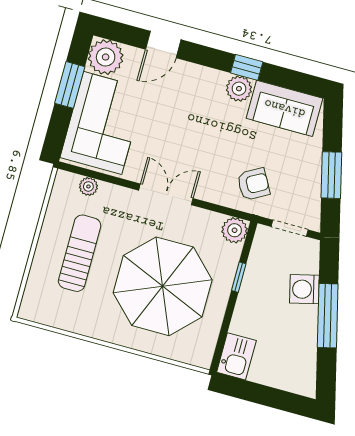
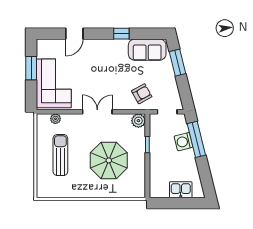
plant: (106, 57) -> (46, 48), removed
plant: (239, 89) -> (120, 46), removed
window: (331, 175) -> (178, 63), moved
parasol: (163, 286) -> (109, 160), width x0.73, depth x0.73
window: (328, 316) -> (196, 139), moved
kitchen sink: (236, 356) -> (181, 190), moved, turned -90

